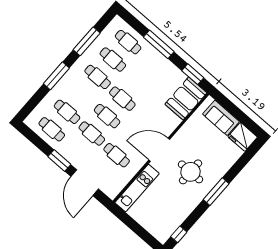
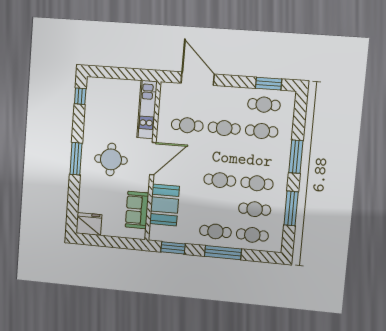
booth: (186, 99) -> (164, 205), moved
cafe table: (107, 116) -> (215, 231), moved
sofa: (221, 118) -> (137, 210), moved, turned -90
window: (59, 161) -> (269, 84), moved

